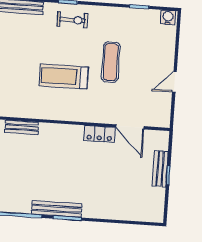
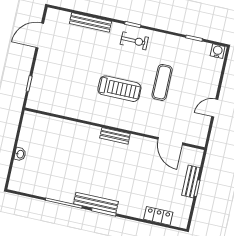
treadmill: (64, 76) -> (119, 89), turned 180
bench: (22, 127) -> (115, 136), moved
locker: (99, 134) -> (158, 216), moved, turned 180

